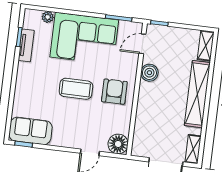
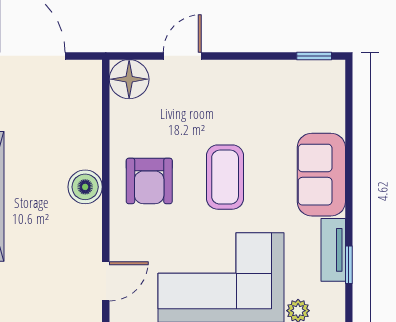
boiler: (149, 73) -> (85, 187), moved
coffee table: (76, 89) -> (225, 177), turned 90
sofa: (31, 131) -> (321, 175), moved, turned 90

